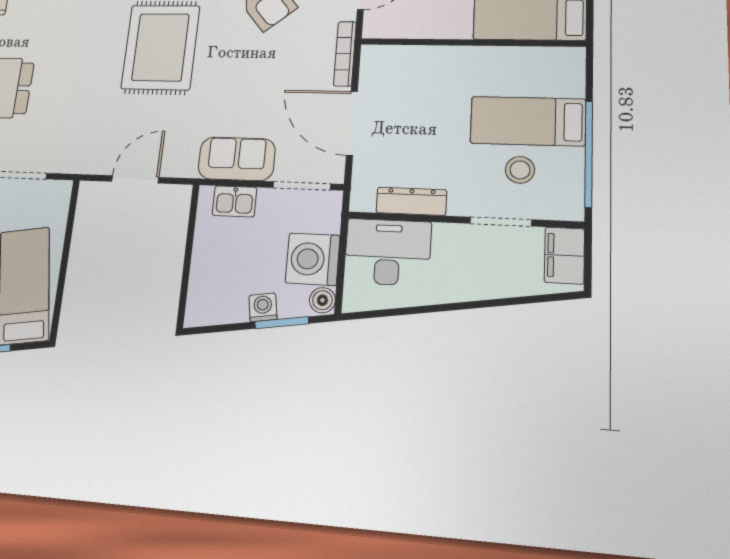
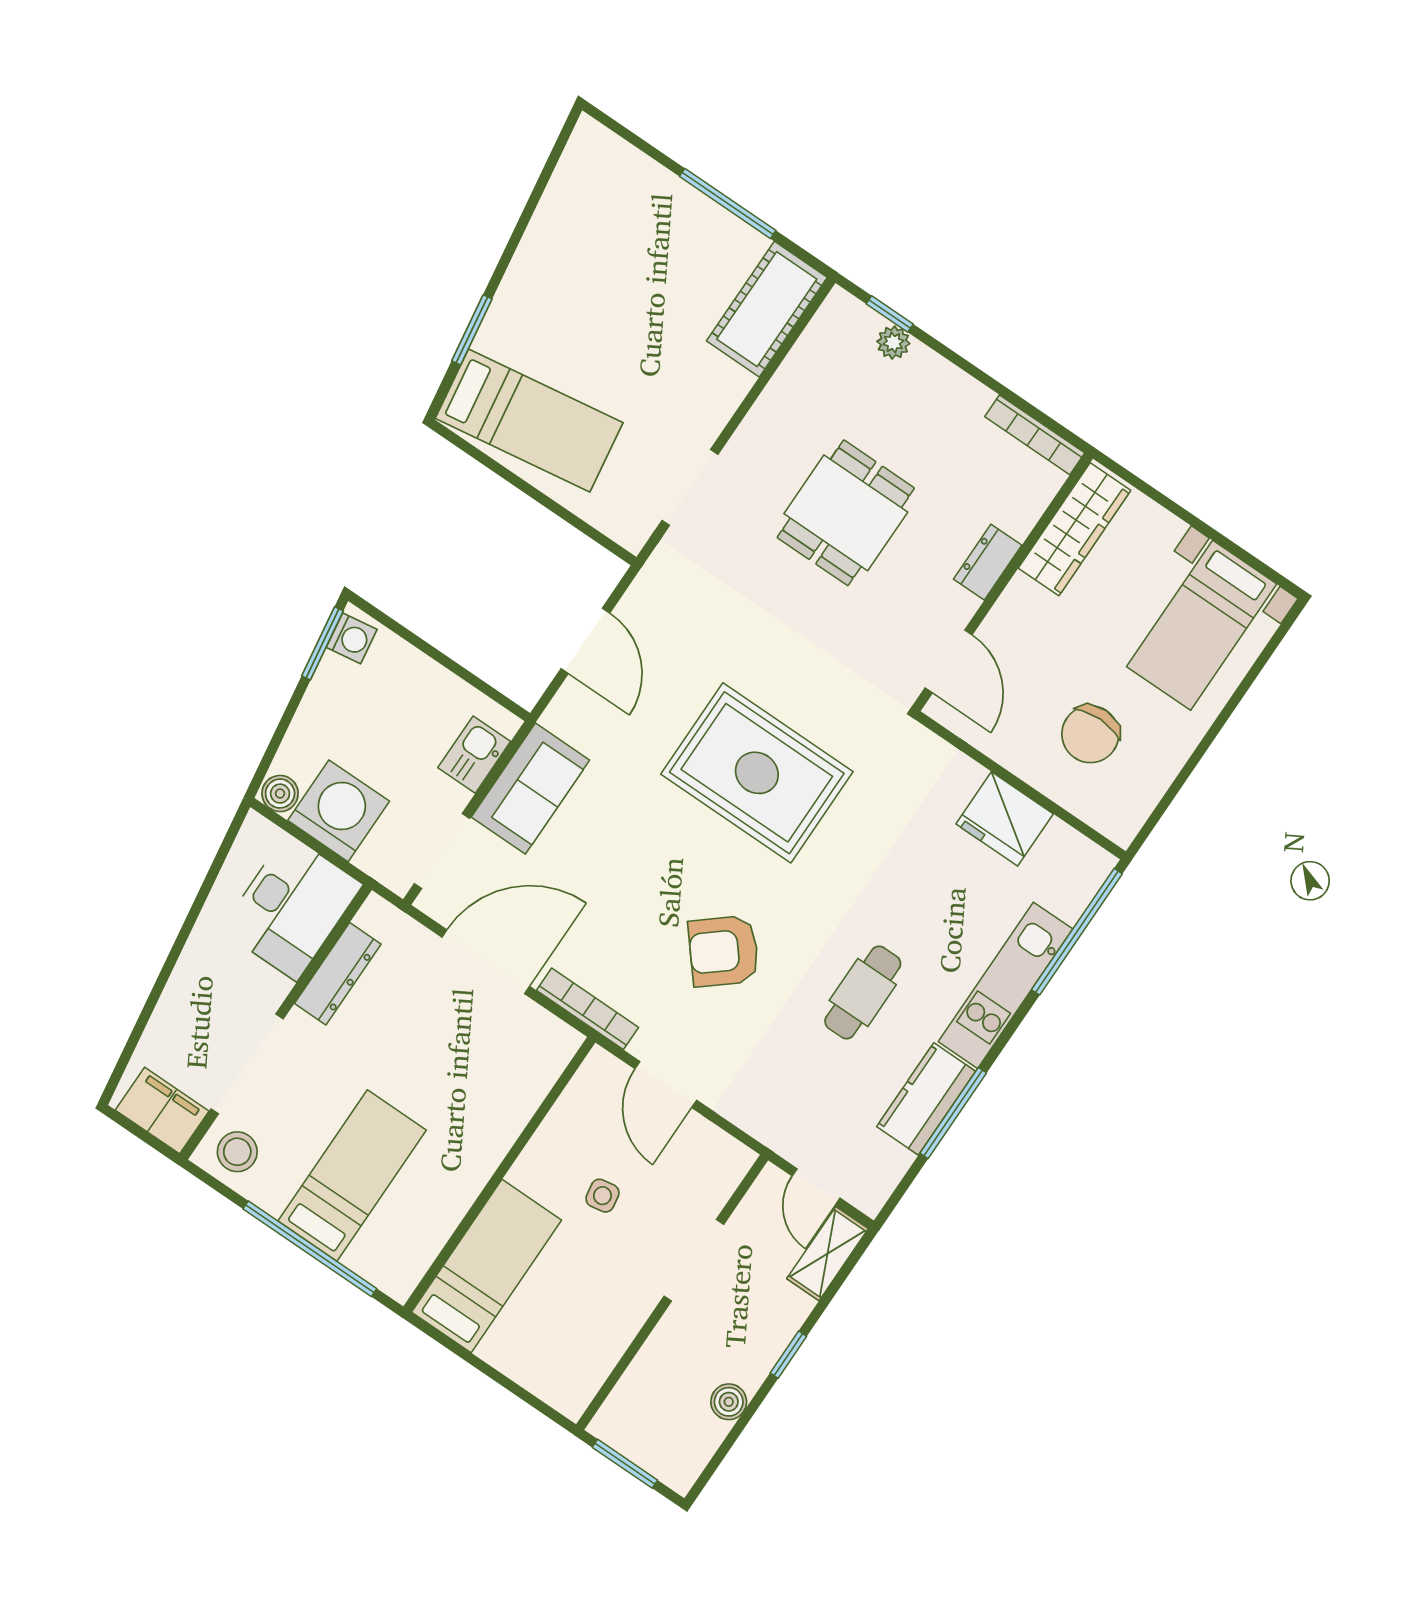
window: (589, 154) -> (310, 1249), moved
stool: (520, 170) -> (237, 1152), moved
doorway: (501, 222) -> (247, 1064), width x1.36
washing machine: (263, 307) -> (352, 638), moved
window: (282, 323) -> (323, 643), moved

